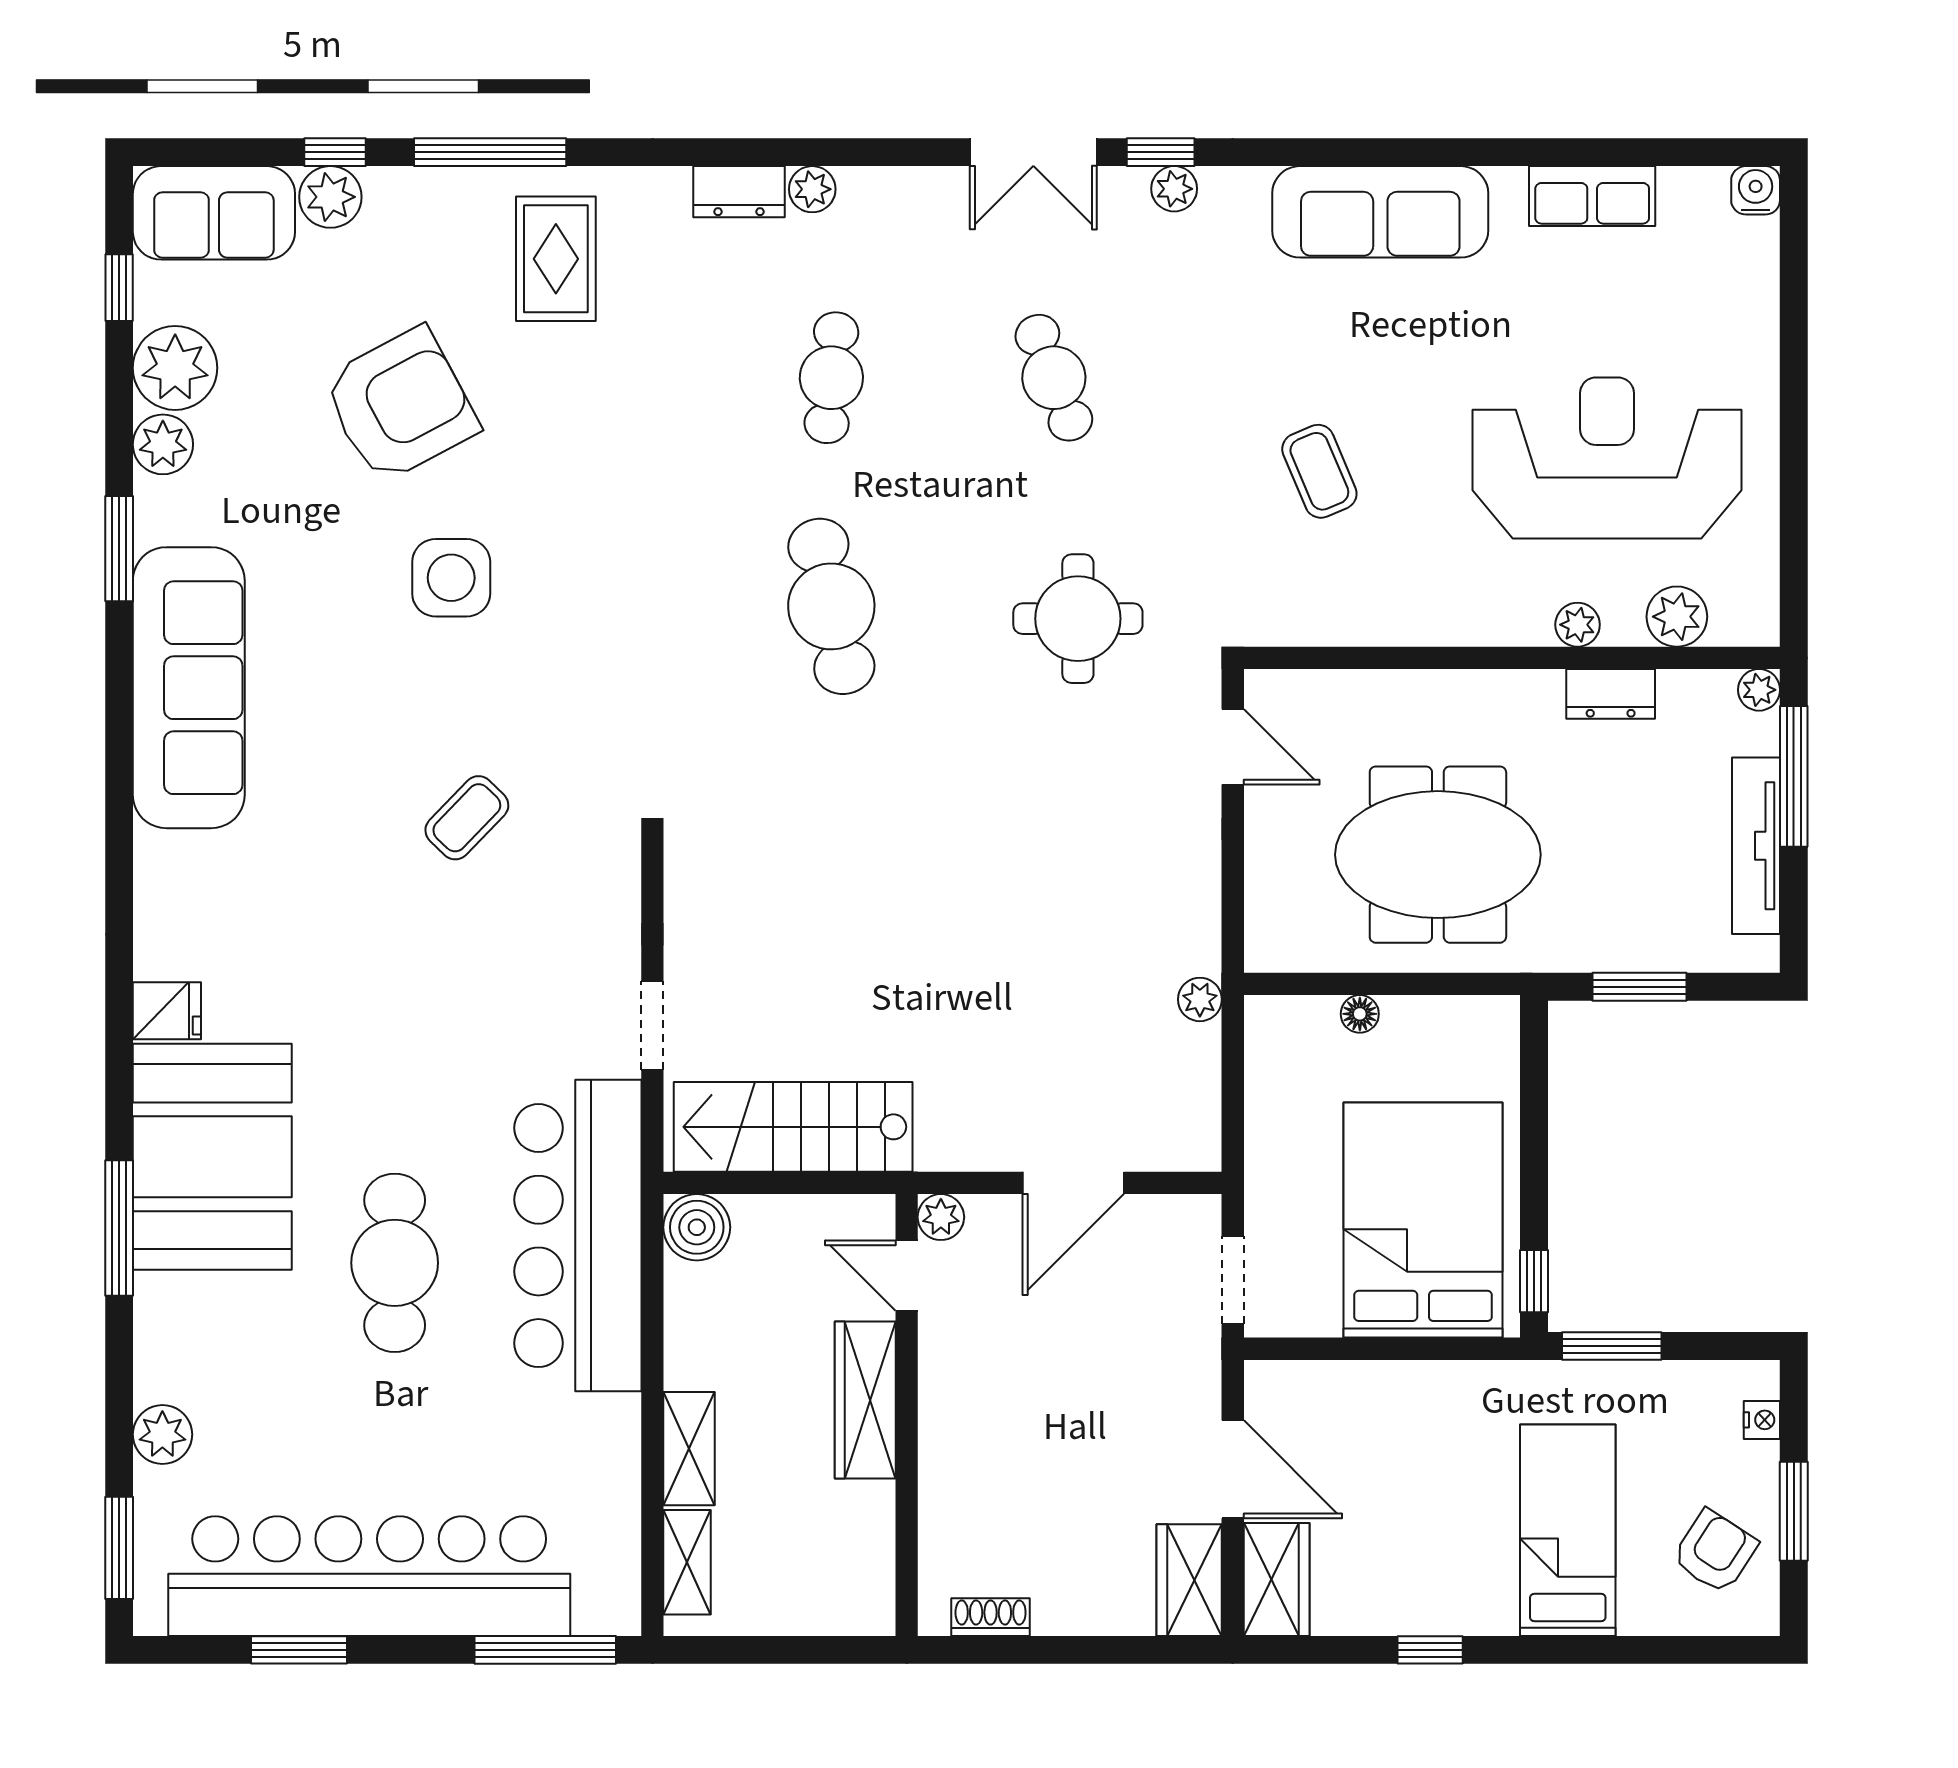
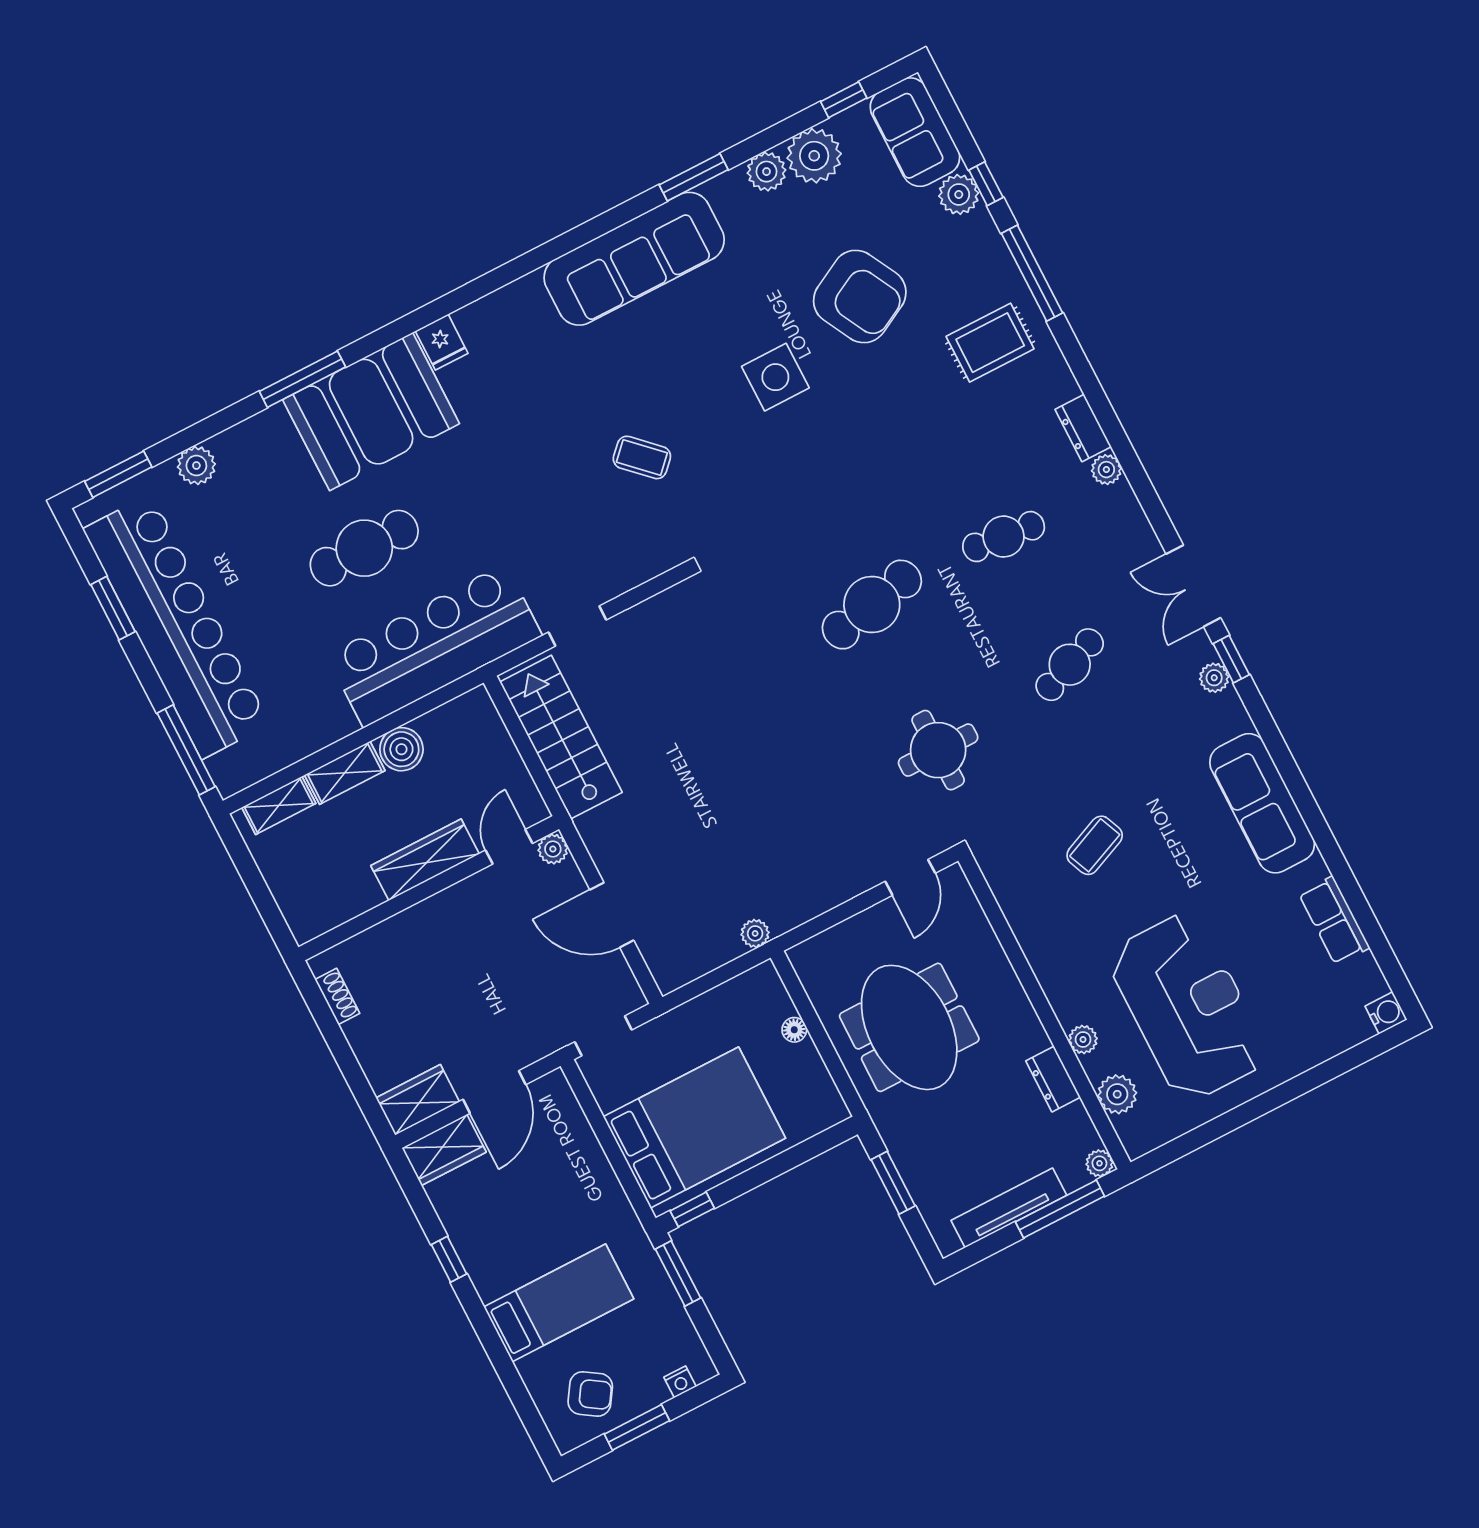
boiler: (697, 1227) -> (401, 749), moved

